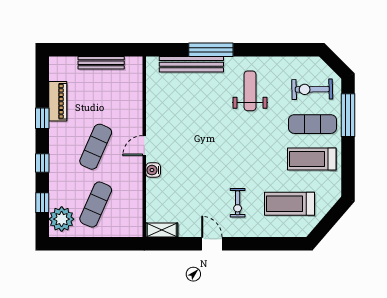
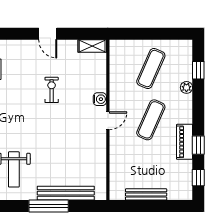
piano: (58, 101) -> (185, 142), moved
window: (42, 163) -> (198, 178), moved
exercise bike: (238, 203) -> (52, 90), moved
plant: (62, 219) -> (186, 87), moved, width x0.53, depth x0.53

